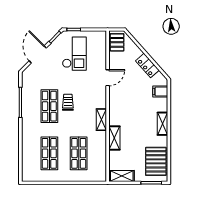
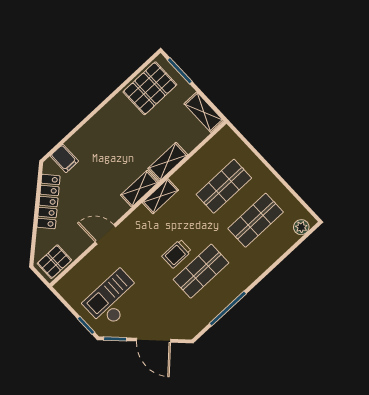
door: (38, 54) -> (154, 340), hinge flipped
locker: (147, 66) -> (48, 201), width x1.53
shelving: (163, 124) -> (139, 189), moved
plant: (26, 171) -> (301, 227), added

